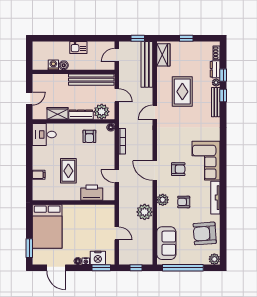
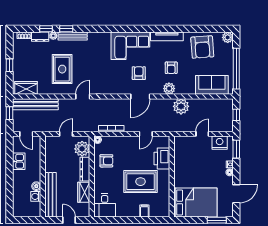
kitchen sink: (78, 48) -> (19, 161), moved
bench: (91, 80) -> (50, 195), moved
rug: (182, 92) -> (62, 69), turned 90
door: (155, 112) -> (83, 96), swing flipped
rug: (68, 171) -> (140, 182), width x1.36, depth x1.43
nightstand: (98, 258) -> (220, 143), moved, turned -90

